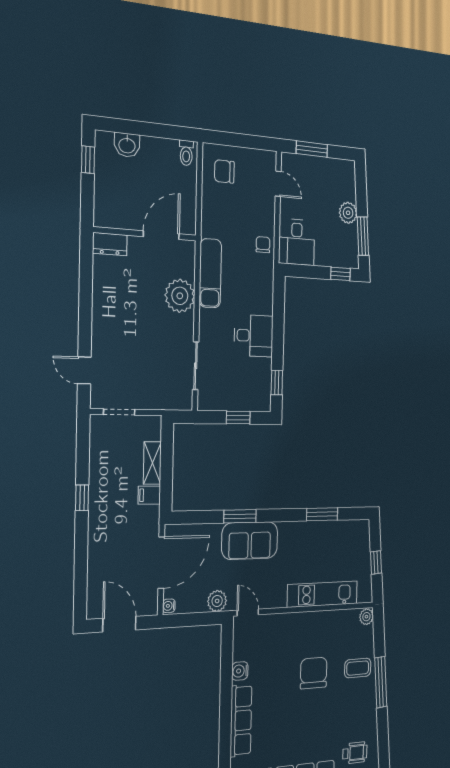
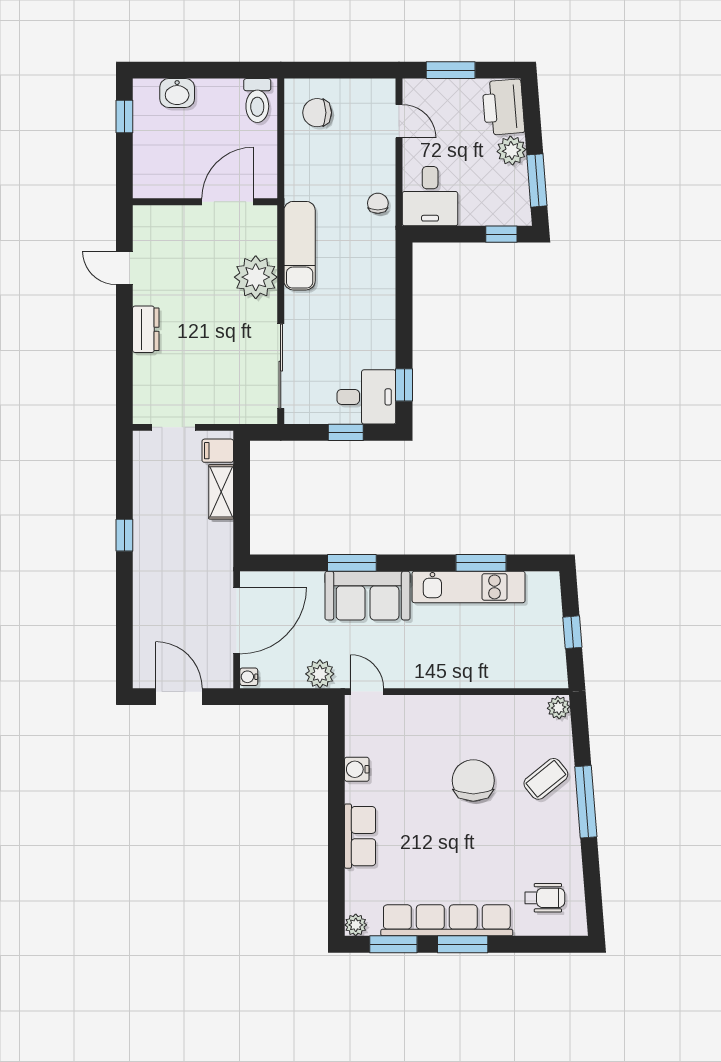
toilet: (186, 153) -> (257, 101), width x1.37, depth x1.39
printer: (344, 180) -> (503, 107), added
dresser: (110, 244) -> (146, 329), moved, turned -90
desk: (254, 336) -> (366, 397), moved
sliding door: (196, 366) -> (281, 366), width x1.37
door: (84, 370) -> (124, 268), moved
filing cabinet: (149, 495) -> (218, 451), moved
kitchen unit: (322, 594) -> (469, 587), moved, turned 180
coffee table: (358, 668) -> (546, 779), turned -39
row of seats: (241, 721) -> (360, 836), width x0.68

